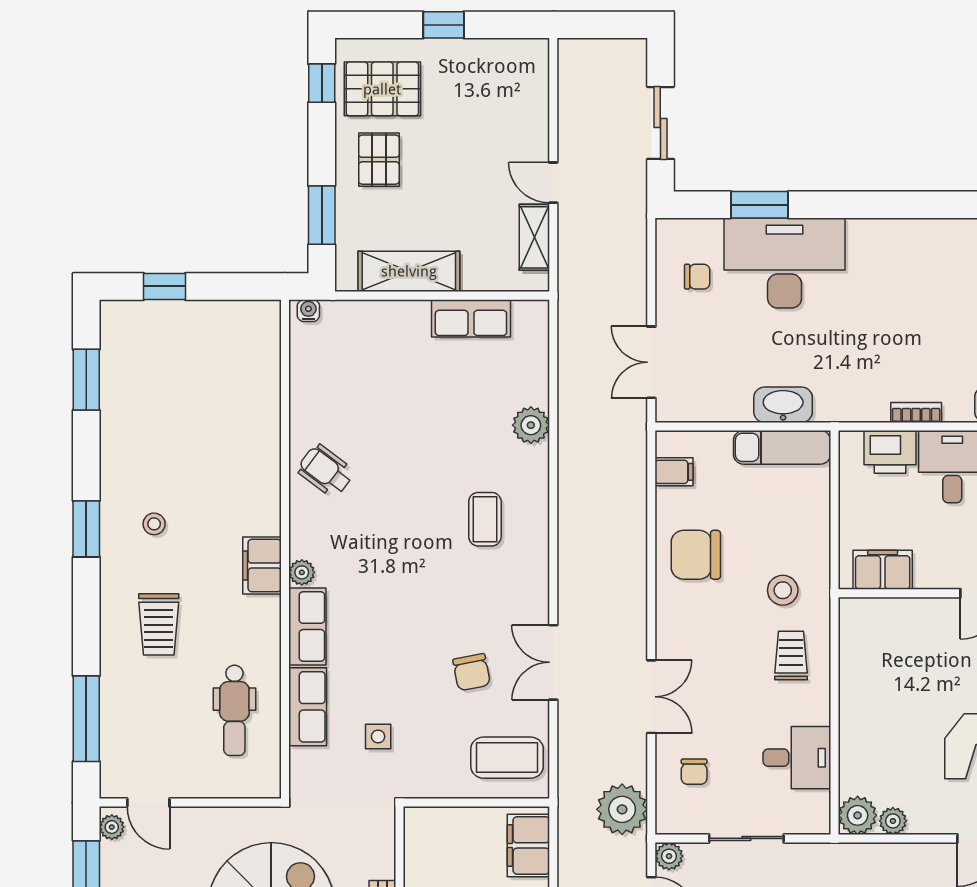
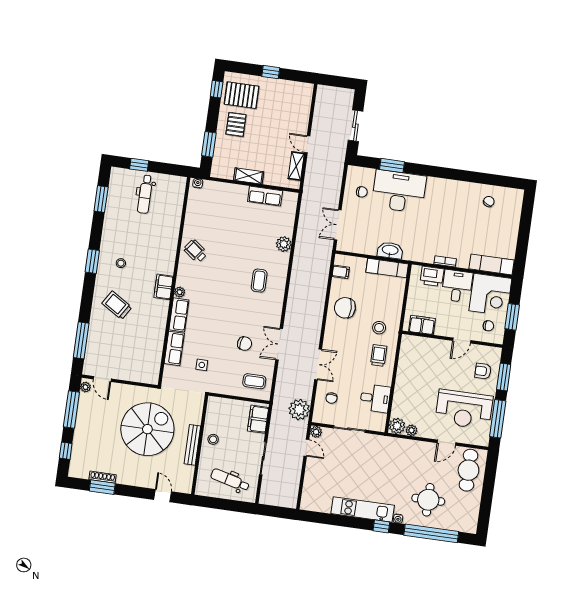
shelving: (409, 271) -> (249, 176), width x0.67, depth x0.75
trolley: (159, 624) -> (117, 305), turned 122
chair: (472, 672) -> (245, 344), turned -70
dental chair: (234, 710) -> (145, 194), moved
coffee table: (507, 758) -> (254, 381), width x0.73, depth x0.77

